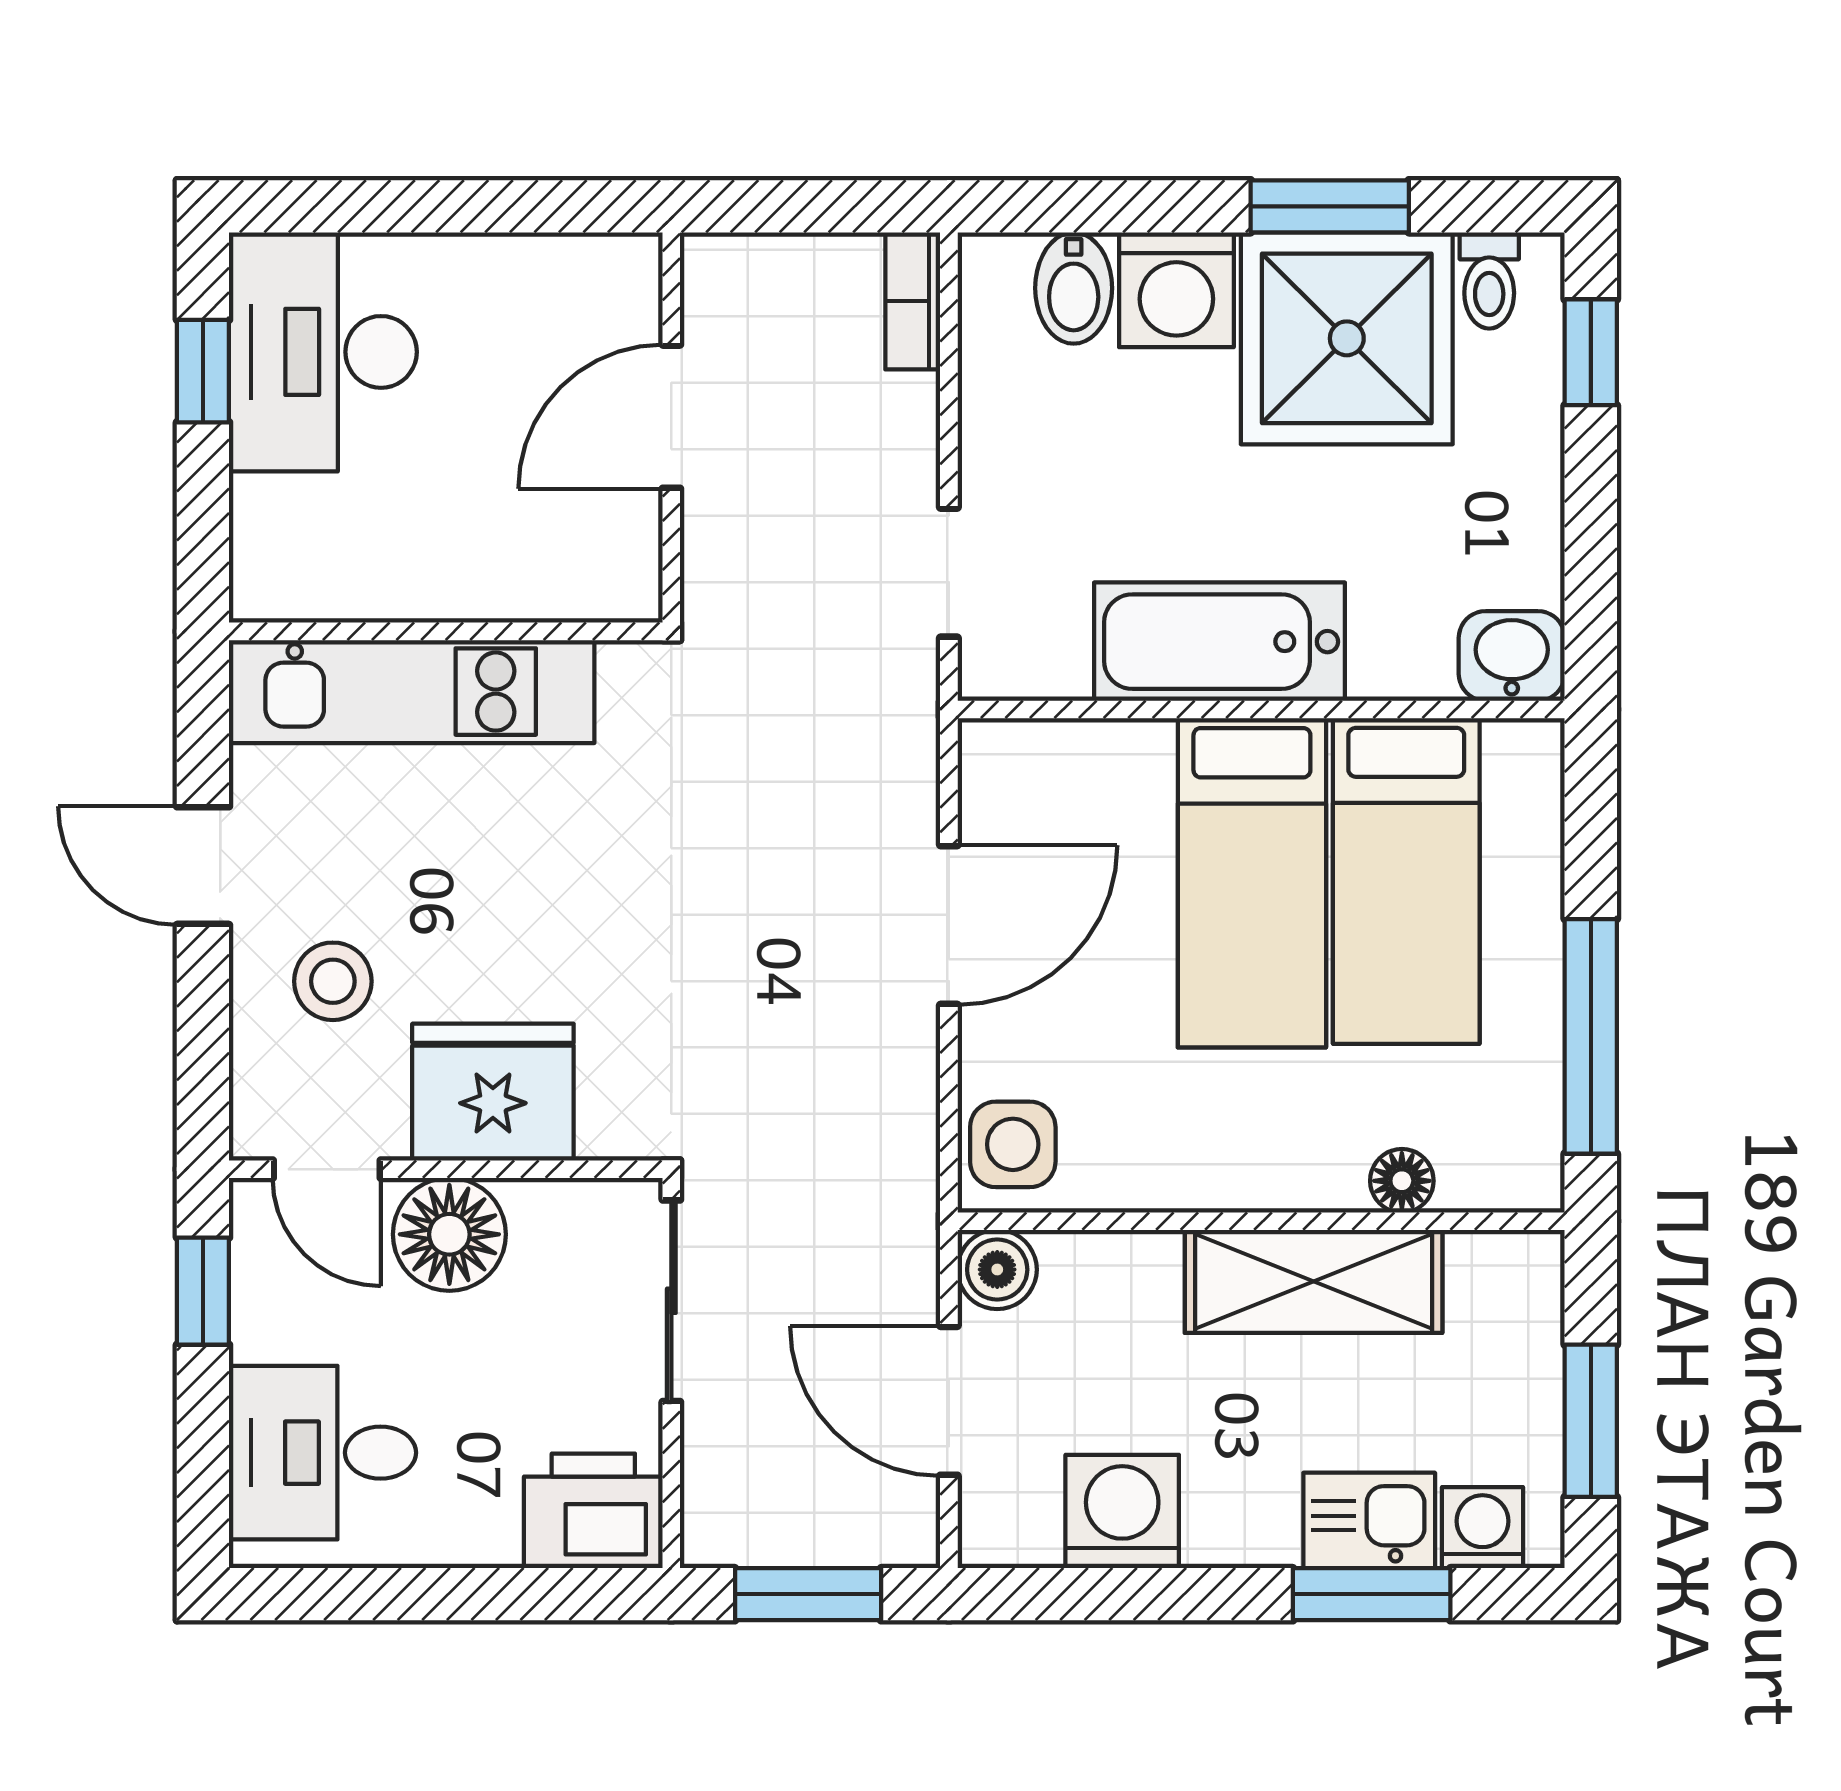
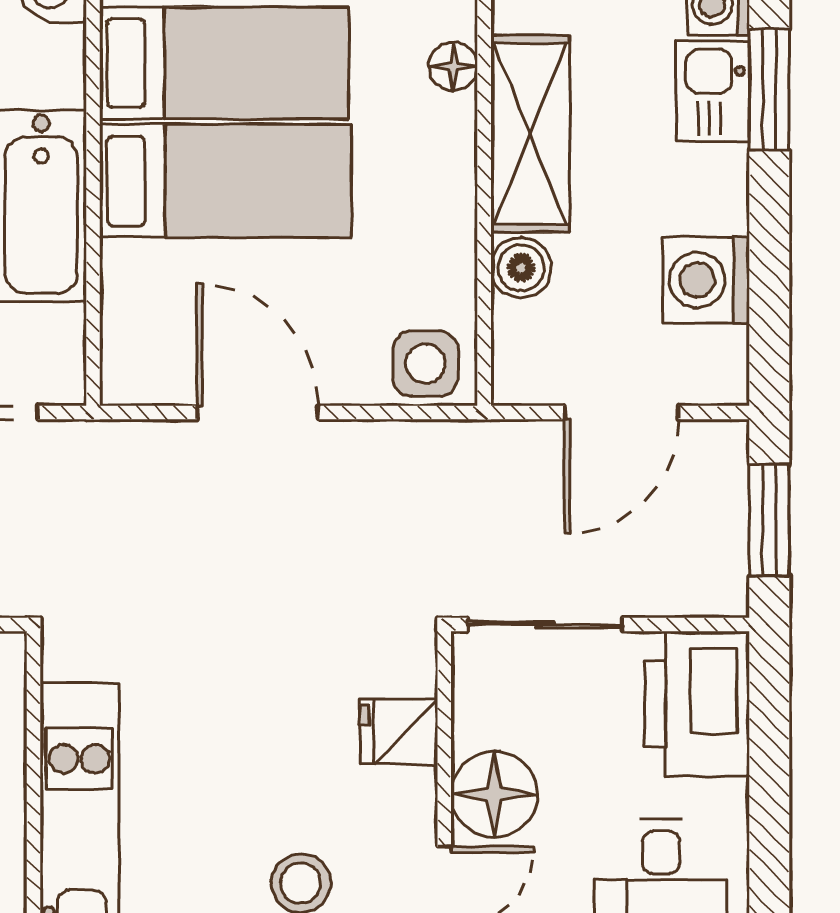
fridge: (493, 1092) -> (399, 732), width x0.53, depth x0.75
boiler: (997, 1270) -> (521, 268), moved
printer: (593, 1511) -> (697, 704), width x1.37, depth x1.19

